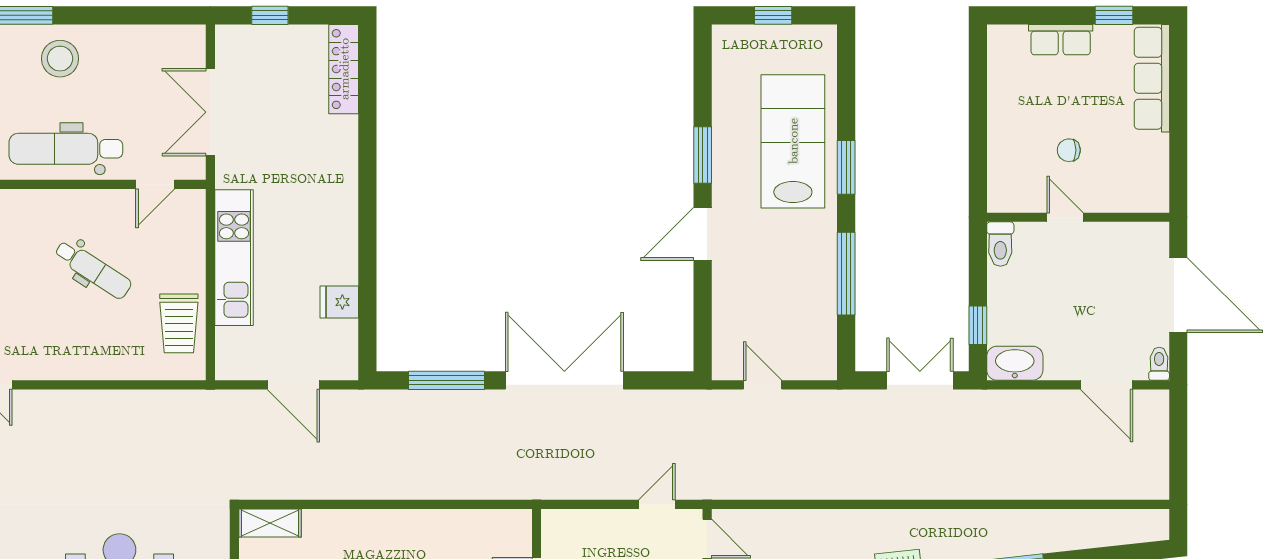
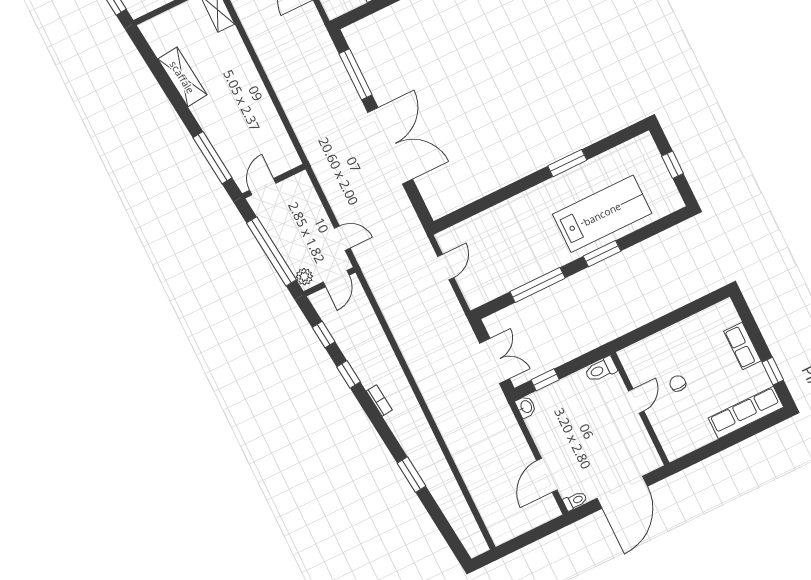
door: (703, 234) -> (520, 186), removed
washbasin: (1015, 363) -> (526, 407), width x0.52, depth x0.69

